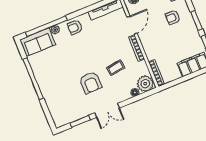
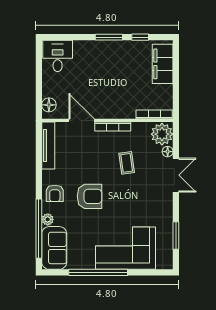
armchair: (173, 17) -> (93, 65), removed
armchair: (91, 83) -> (90, 196), moved
corner sofa: (57, 91) -> (126, 248), added
double door: (107, 110) -> (176, 175), moved

